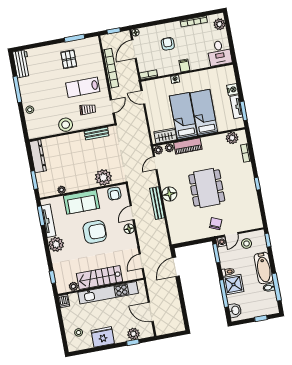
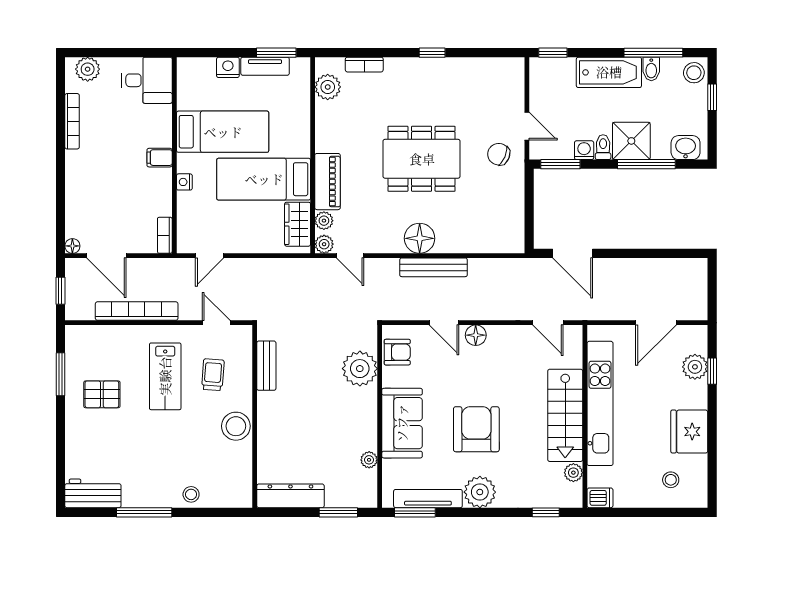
armchair: (168, 44) -> (108, 184), removed
bed: (204, 113) -> (223, 132), moved, turned 180
armchair: (95, 232) -> (476, 429), moved
washing machine: (221, 242) -> (584, 150), moved
stool: (246, 244) -> (694, 73), moved

